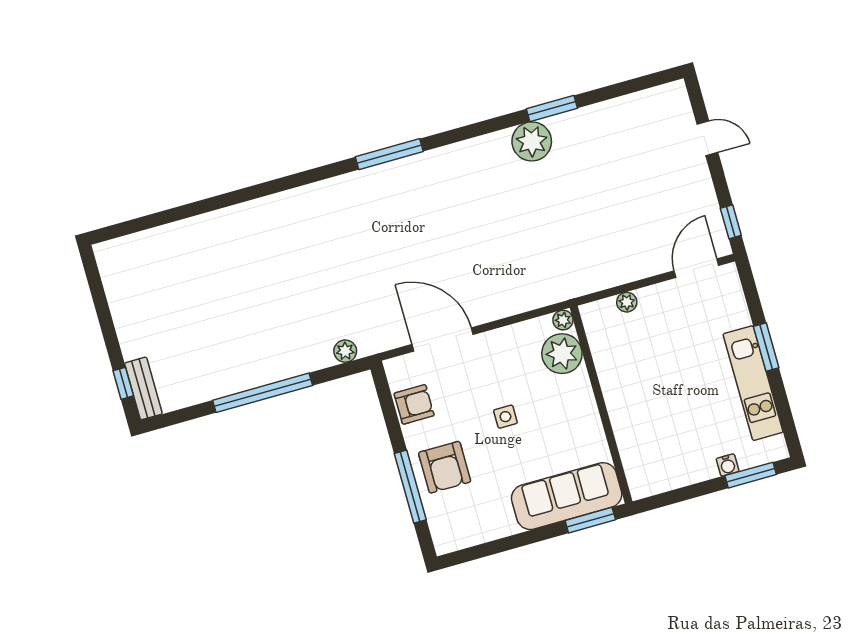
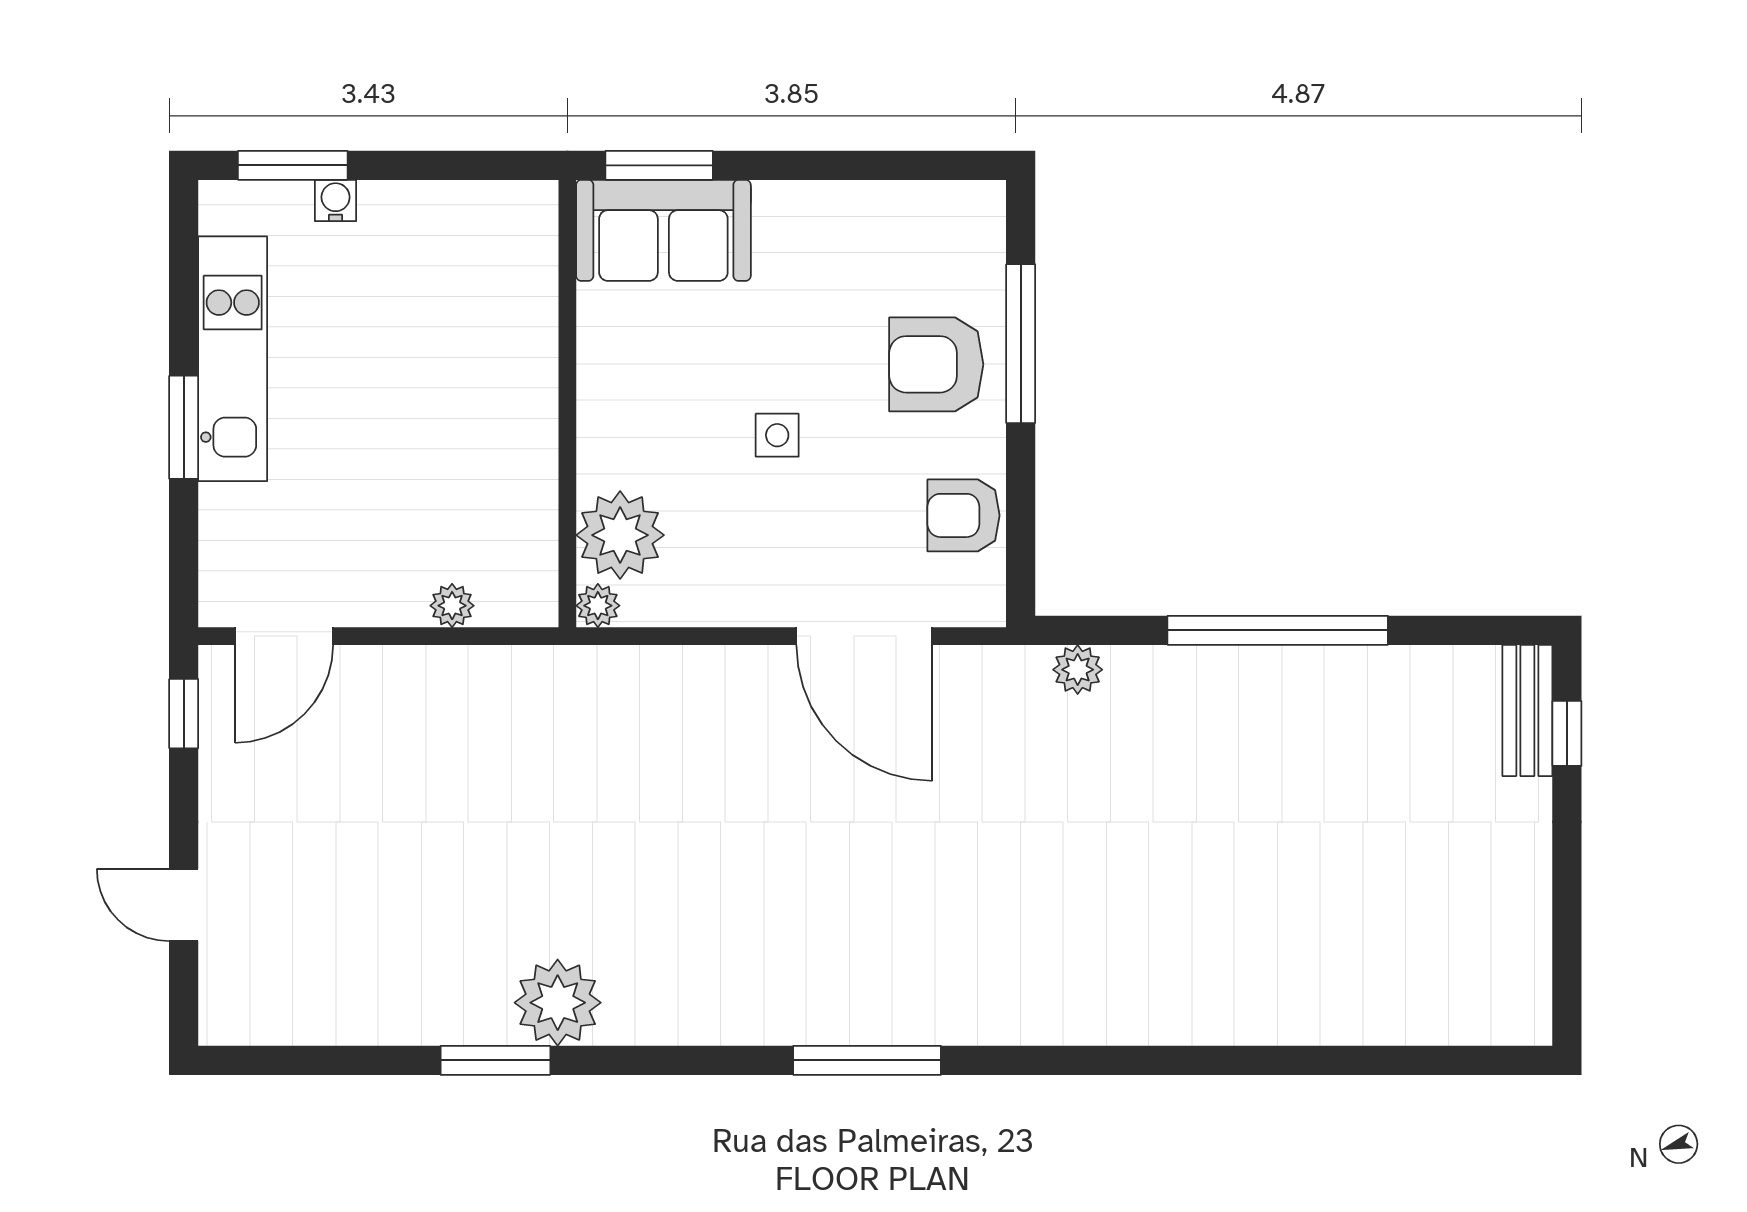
armchair: (445, 467) -> (936, 364), turned -90
sofa: (567, 496) -> (663, 230), width x0.73

